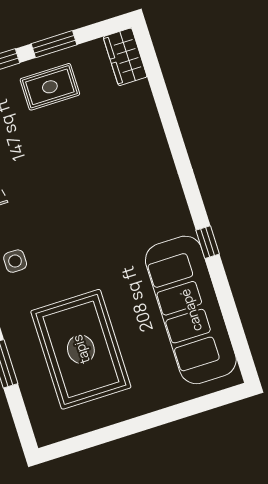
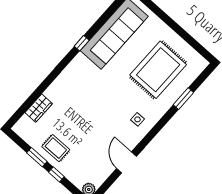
wardrobe: (125, 57) -> (39, 108), moved

